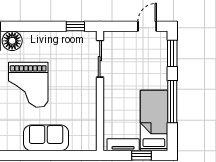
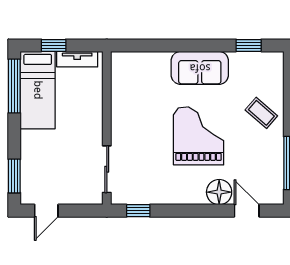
window: (172, 102) -> (14, 86), moved
sofa: (46, 138) -> (200, 68), moved

